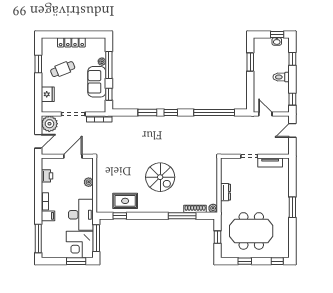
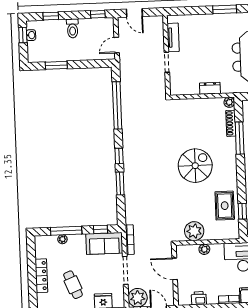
sofa: (97, 82) -> (104, 243), moved
plant: (104, 174) -> (194, 231), added

